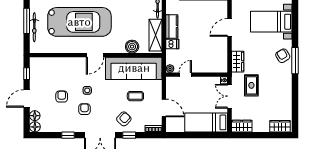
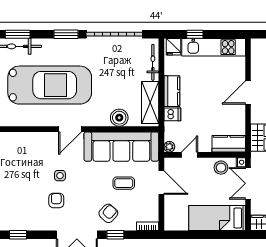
kitchen counter: (215, 66) -> (229, 144), added
stool: (209, 84) -> (221, 168), added
armchair: (62, 97) -> (26, 184), removed
door: (164, 108) -> (161, 183), moved
window: (68, 135) -> (18, 235), moved

